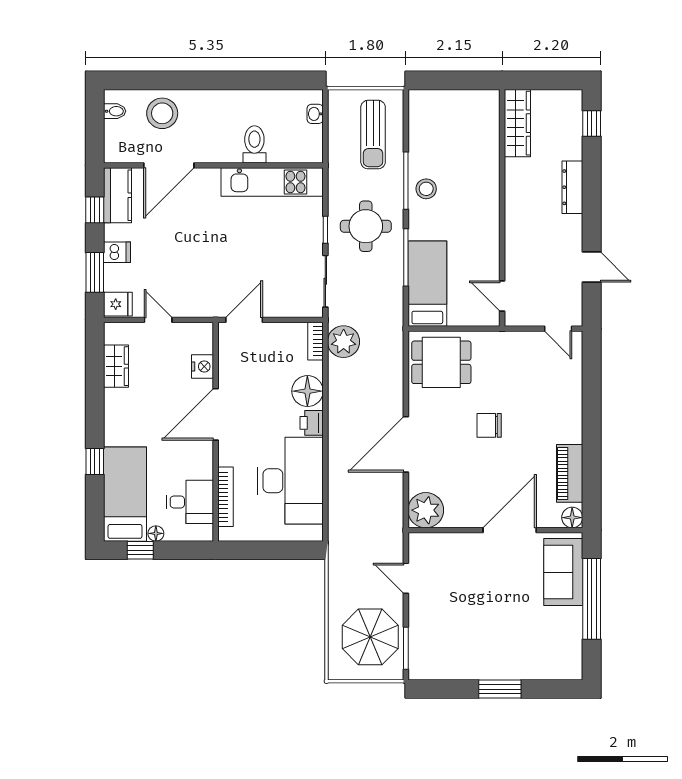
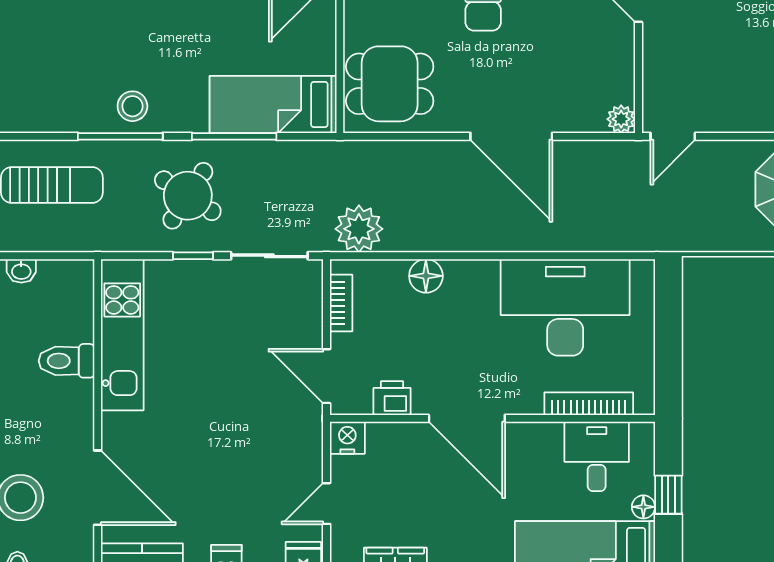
round table: (366, 226) -> (188, 196), turned 33
bookcase: (315, 341) -> (341, 303), moved, turned -90
dining table: (441, 362) -> (390, 84), turned 90
nightstand: (203, 367) -> (347, 438), moved
floor lamp: (307, 391) -> (426, 276), width x0.73, depth x0.73
printer: (312, 423) -> (392, 398), moved, turned 180
plant: (426, 510) -> (621, 119), width x0.53, depth x0.53
window: (140, 550) -> (668, 495), moved
door: (406, 578) -> (673, 136), moved

